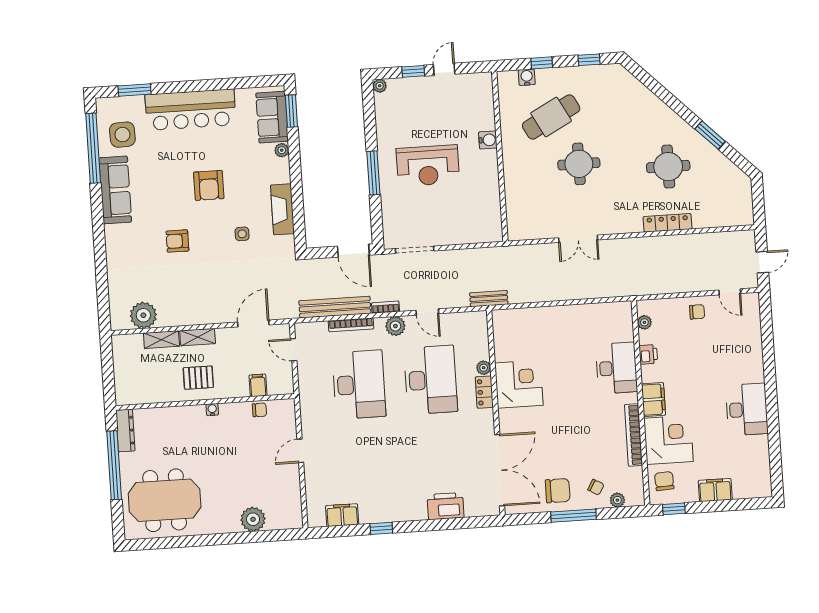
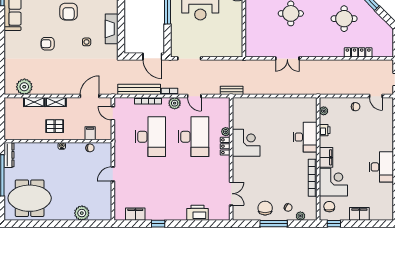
locker: (667, 223) -> (358, 52), moved
double door: (500, 470) -> (231, 194), width x0.54
chair: (558, 491) -> (265, 208), turned -90

